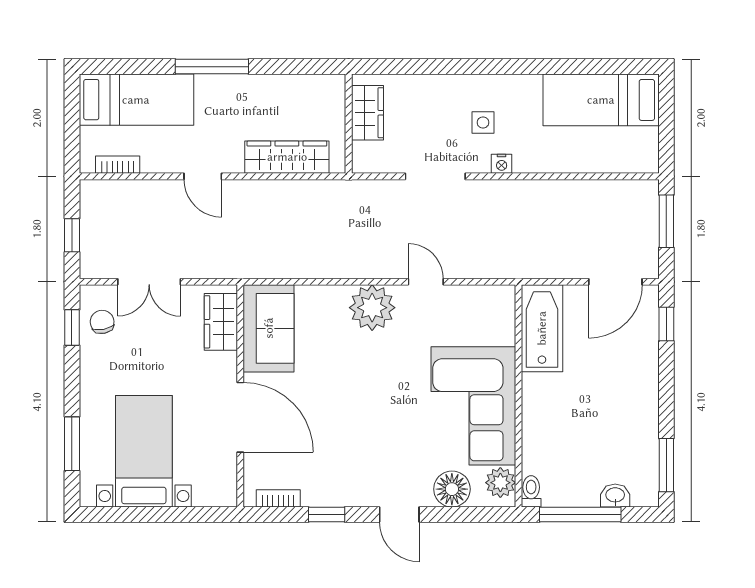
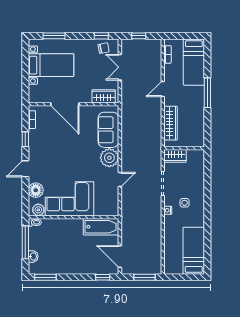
wardrobe: (367, 113) -> (175, 156), moved
sofa: (269, 328) -> (108, 130), moved, turned 90
door: (240, 417) -> (65, 104), hinge flipped

